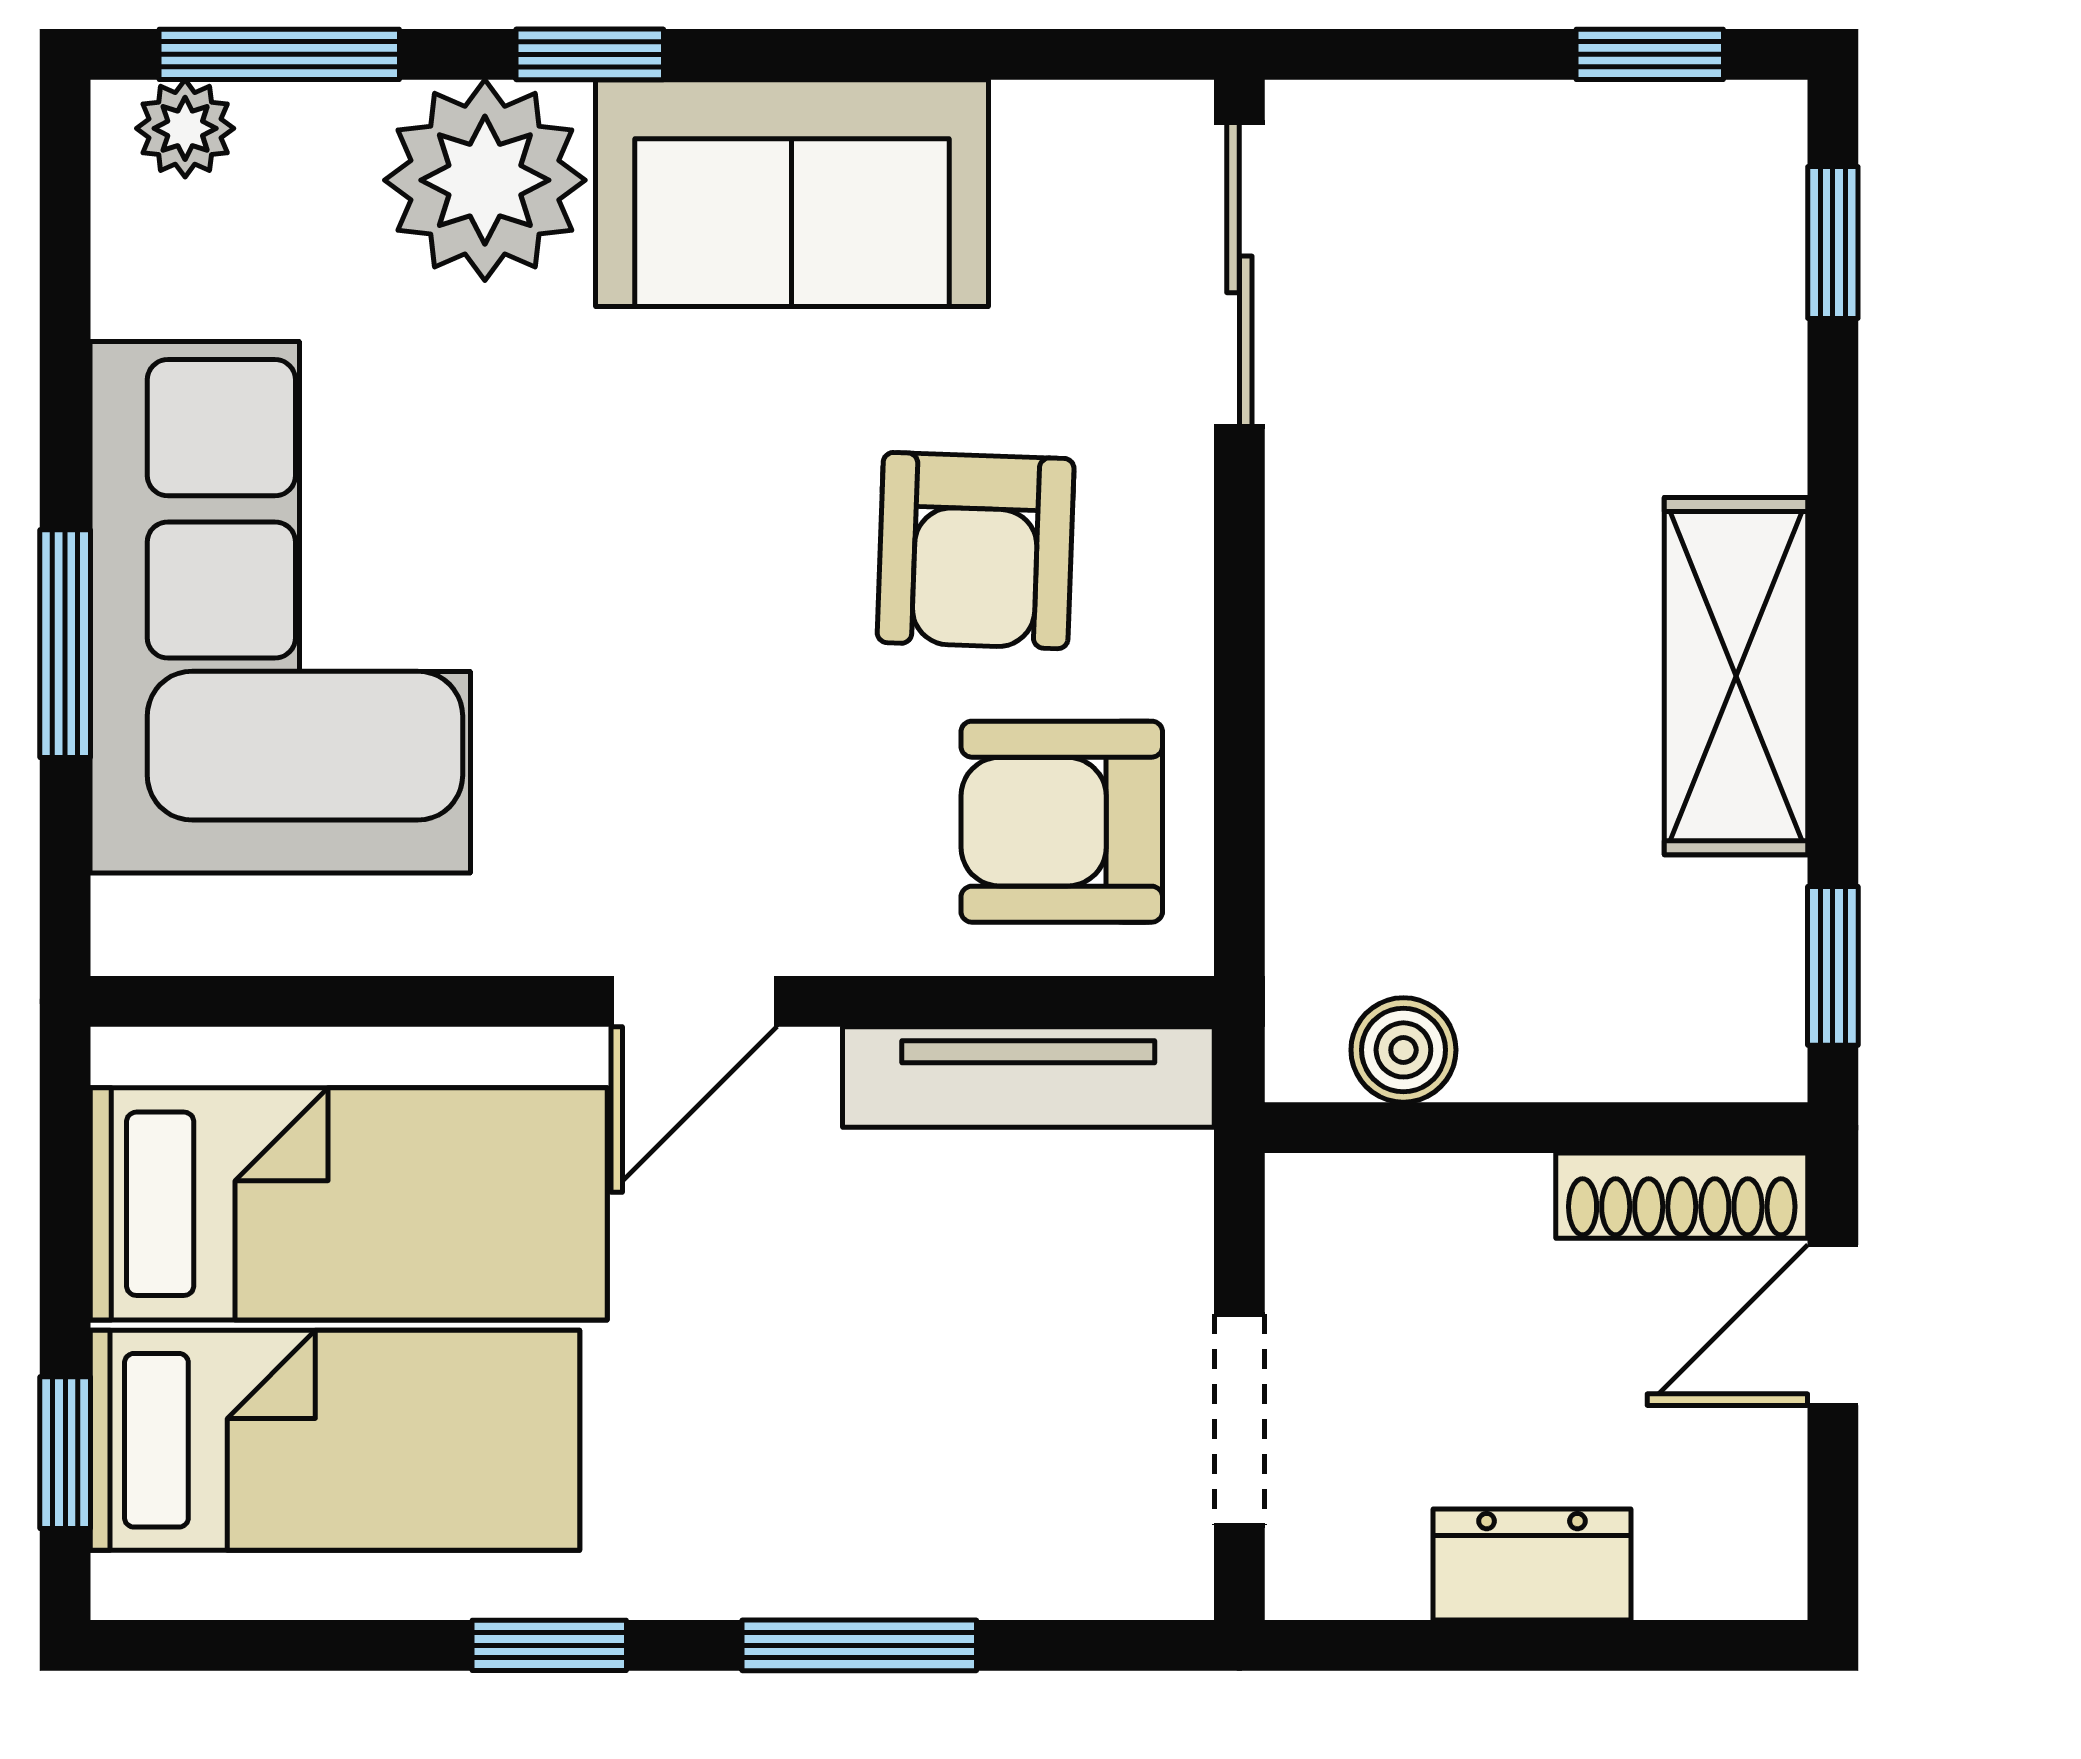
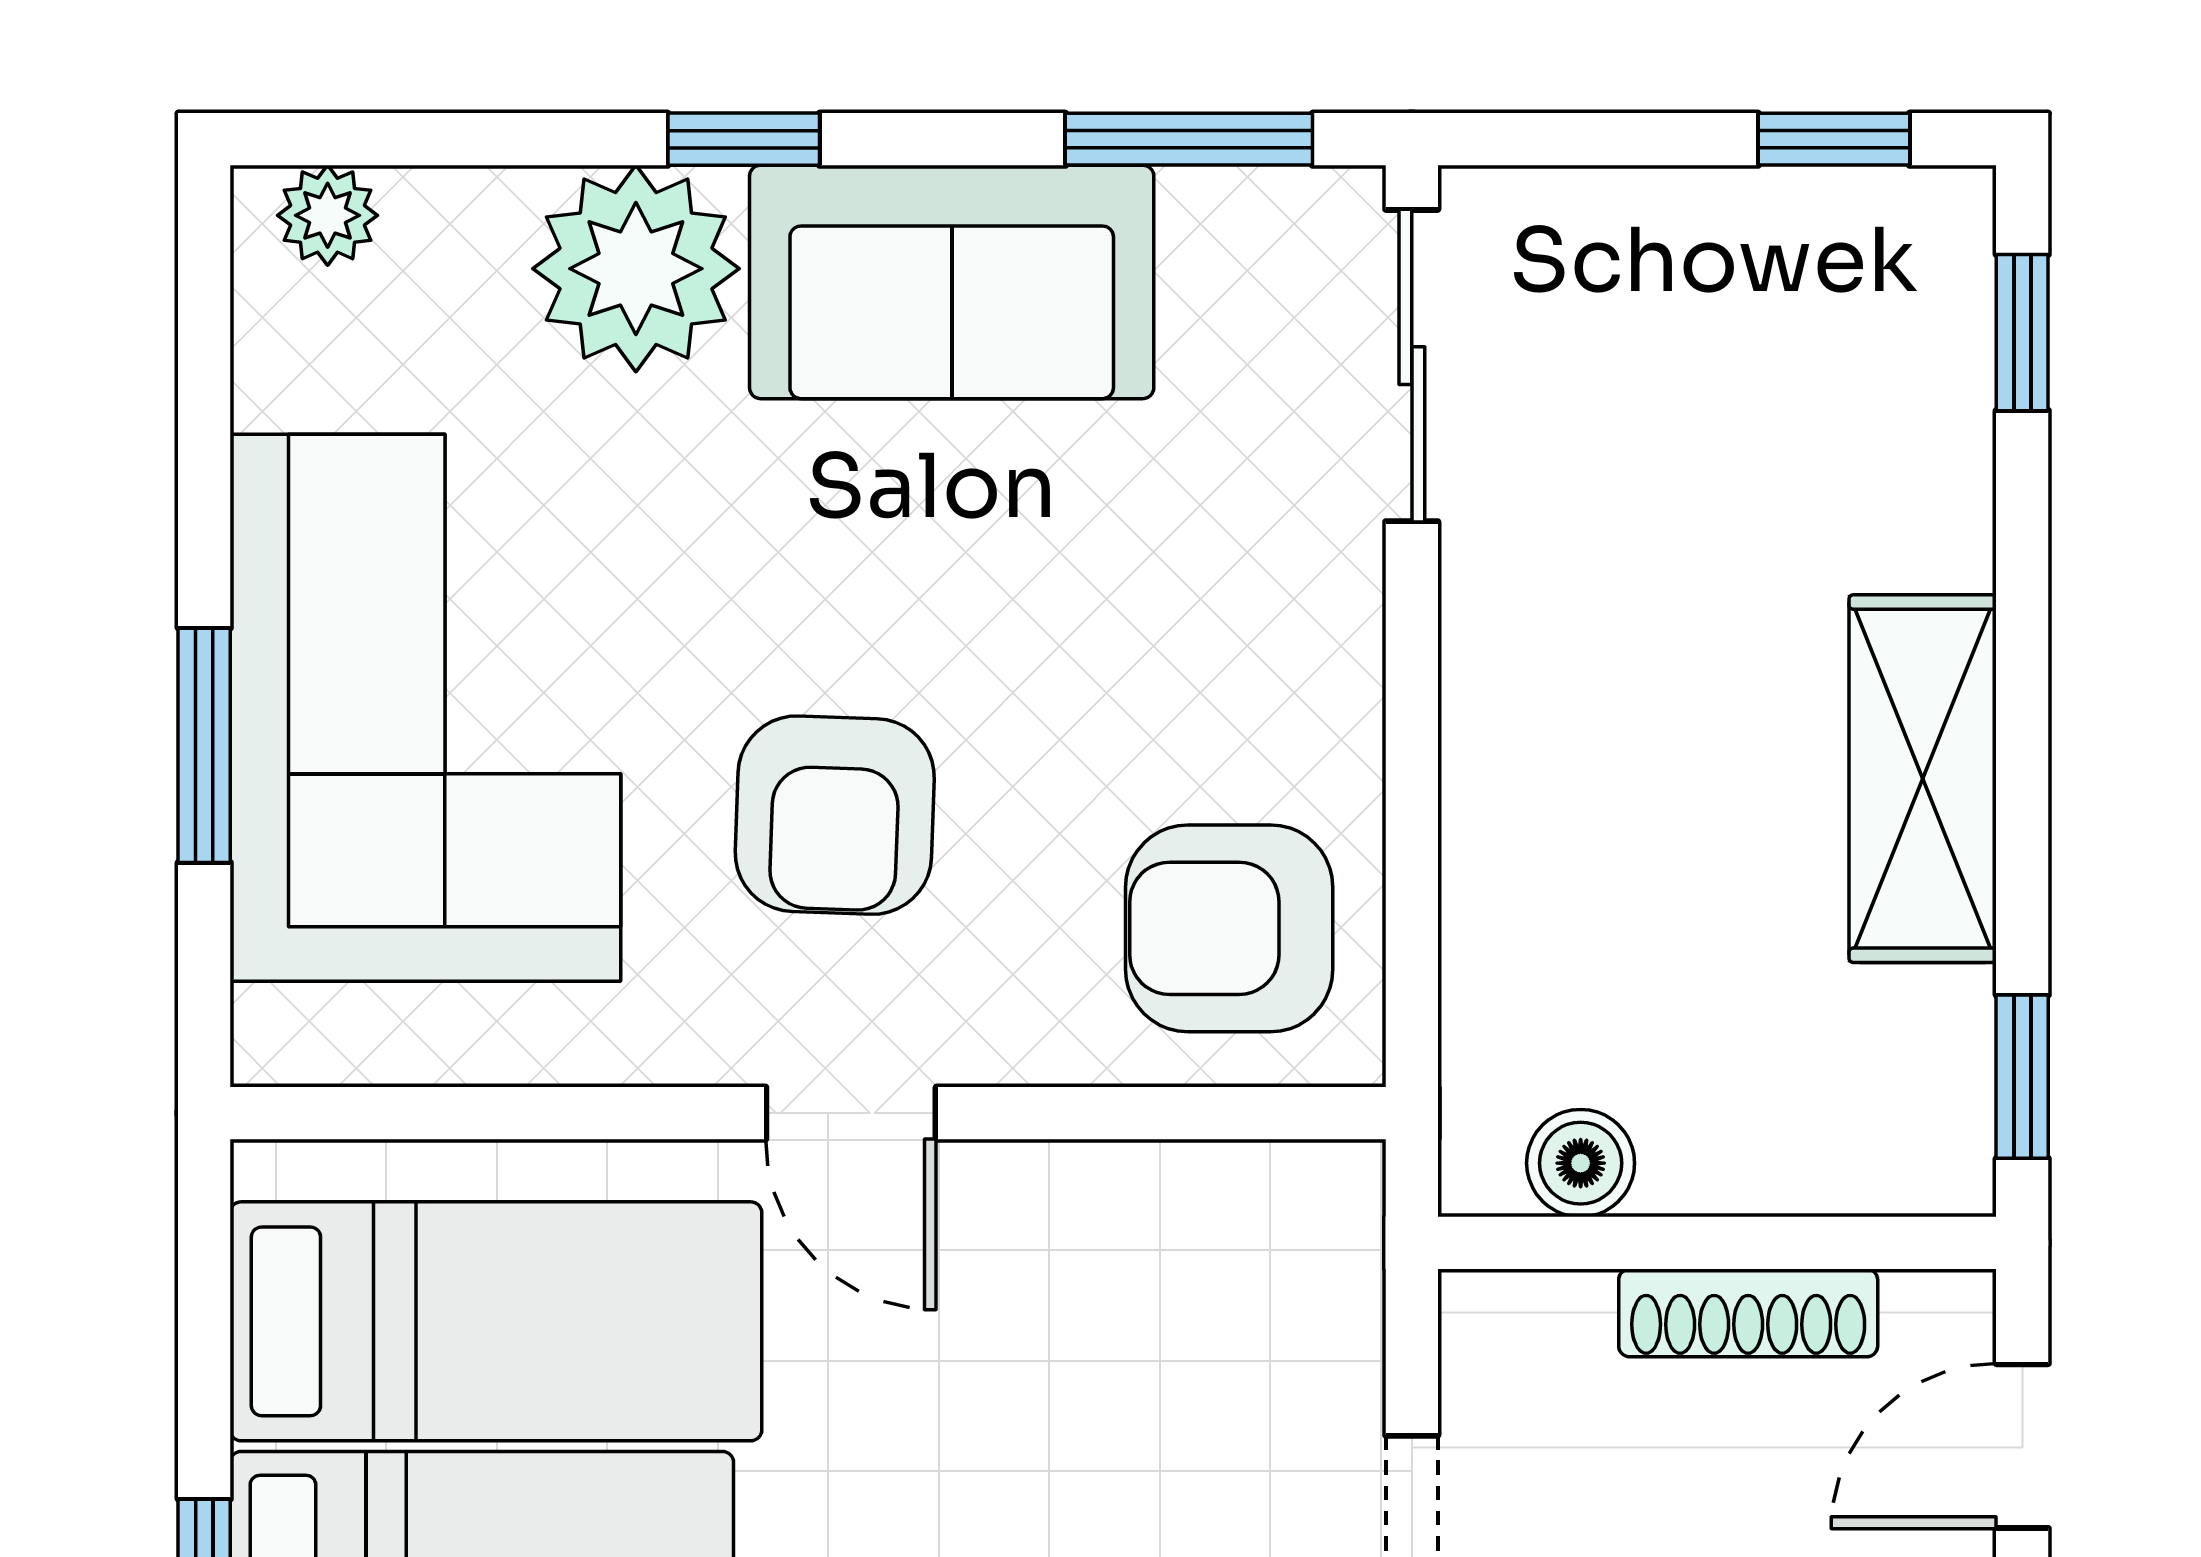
window: (279, 54) -> (1189, 139), moved
armchair: (976, 551) -> (835, 815), moved
door: (694, 1001) -> (851, 1113), hinge flipped
tv unit: (1028, 1077) -> (1195, 1191), removed
shoe rack: (1682, 1196) -> (1748, 1313), moved

